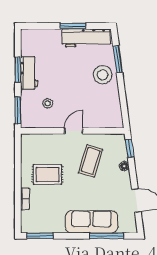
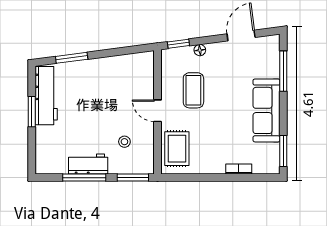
window: (18, 70) -> (84, 178), width x1.44
stool: (103, 75) -> (90, 76), removed
coffee table: (91, 161) -> (193, 90), turned 73
rug: (47, 175) -> (177, 149), moved
sofa: (91, 222) -> (267, 110), moved

